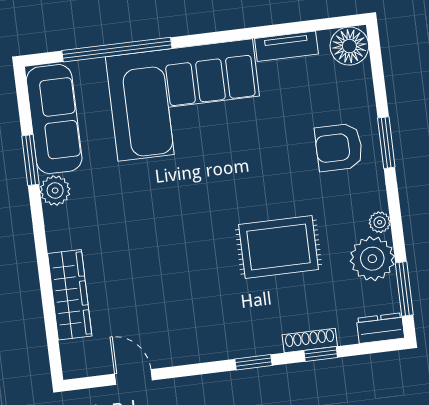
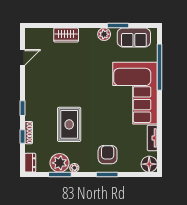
sofa: (54, 119) -> (134, 38), width x0.73
window: (404, 289) -> (60, 175), moved
wardrobe: (70, 295) -> (66, 35), width x0.67

